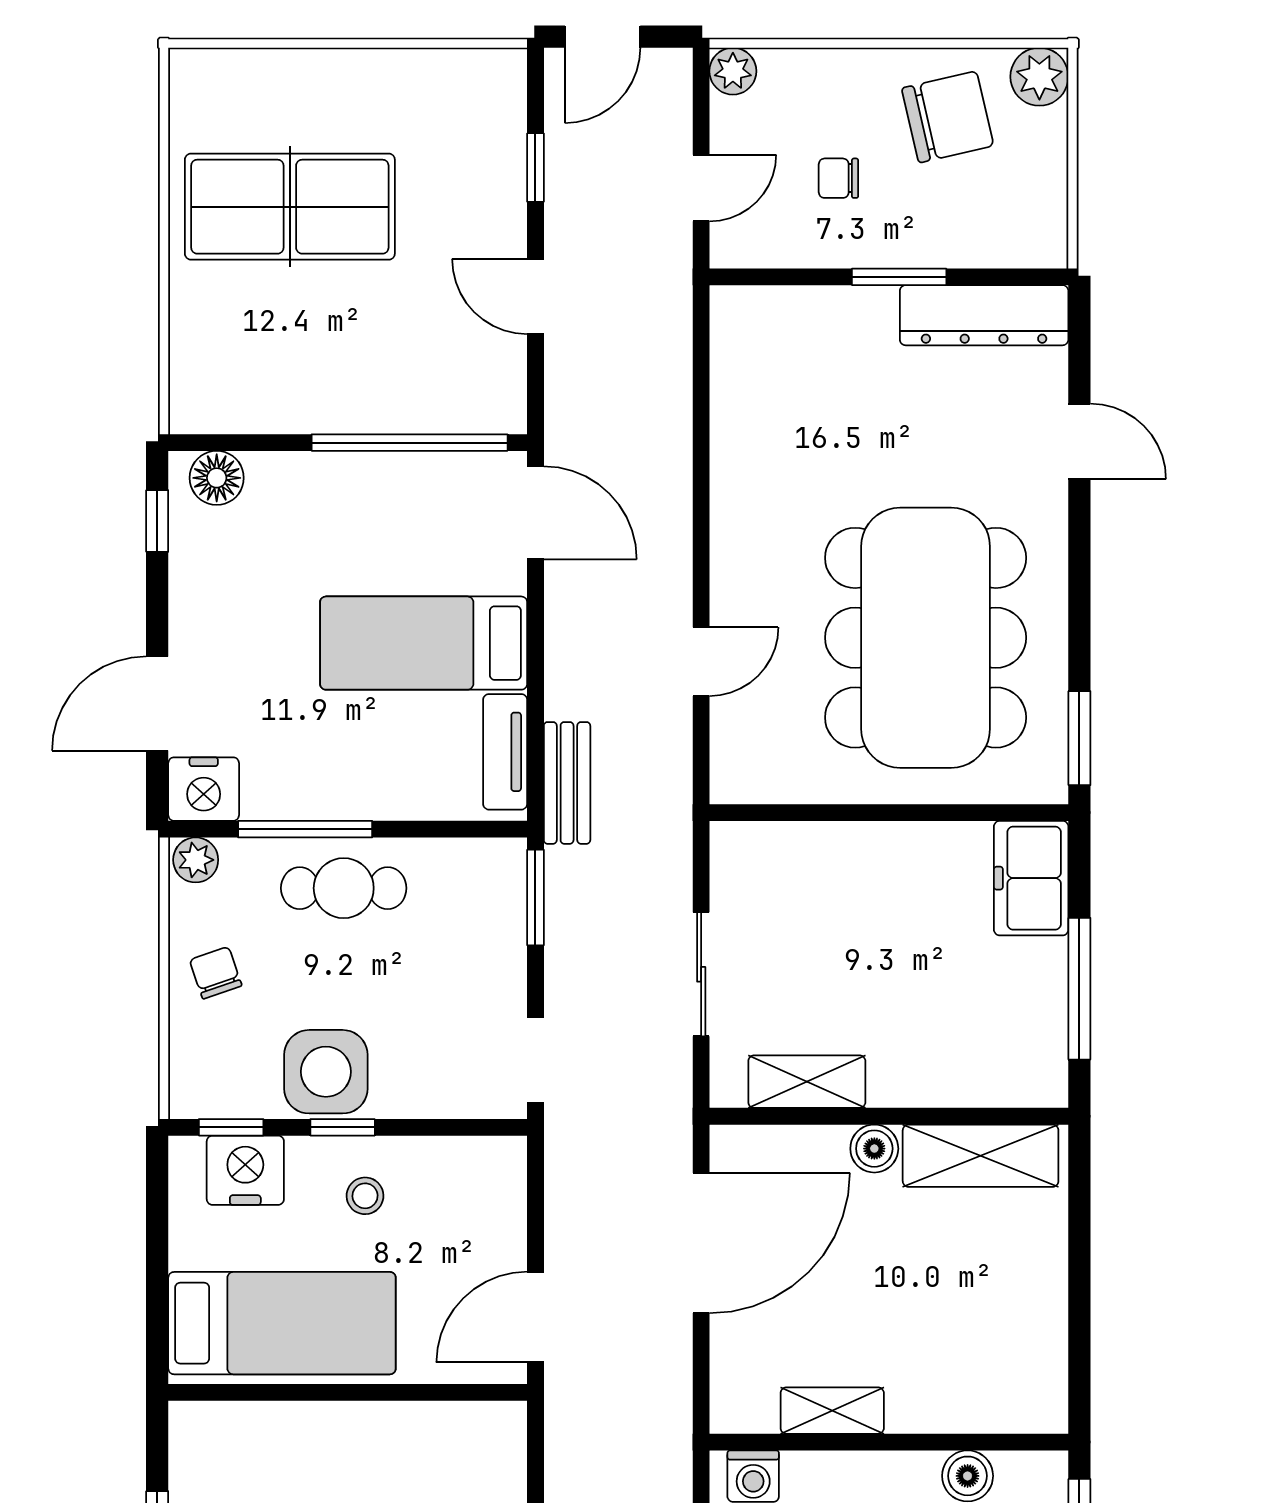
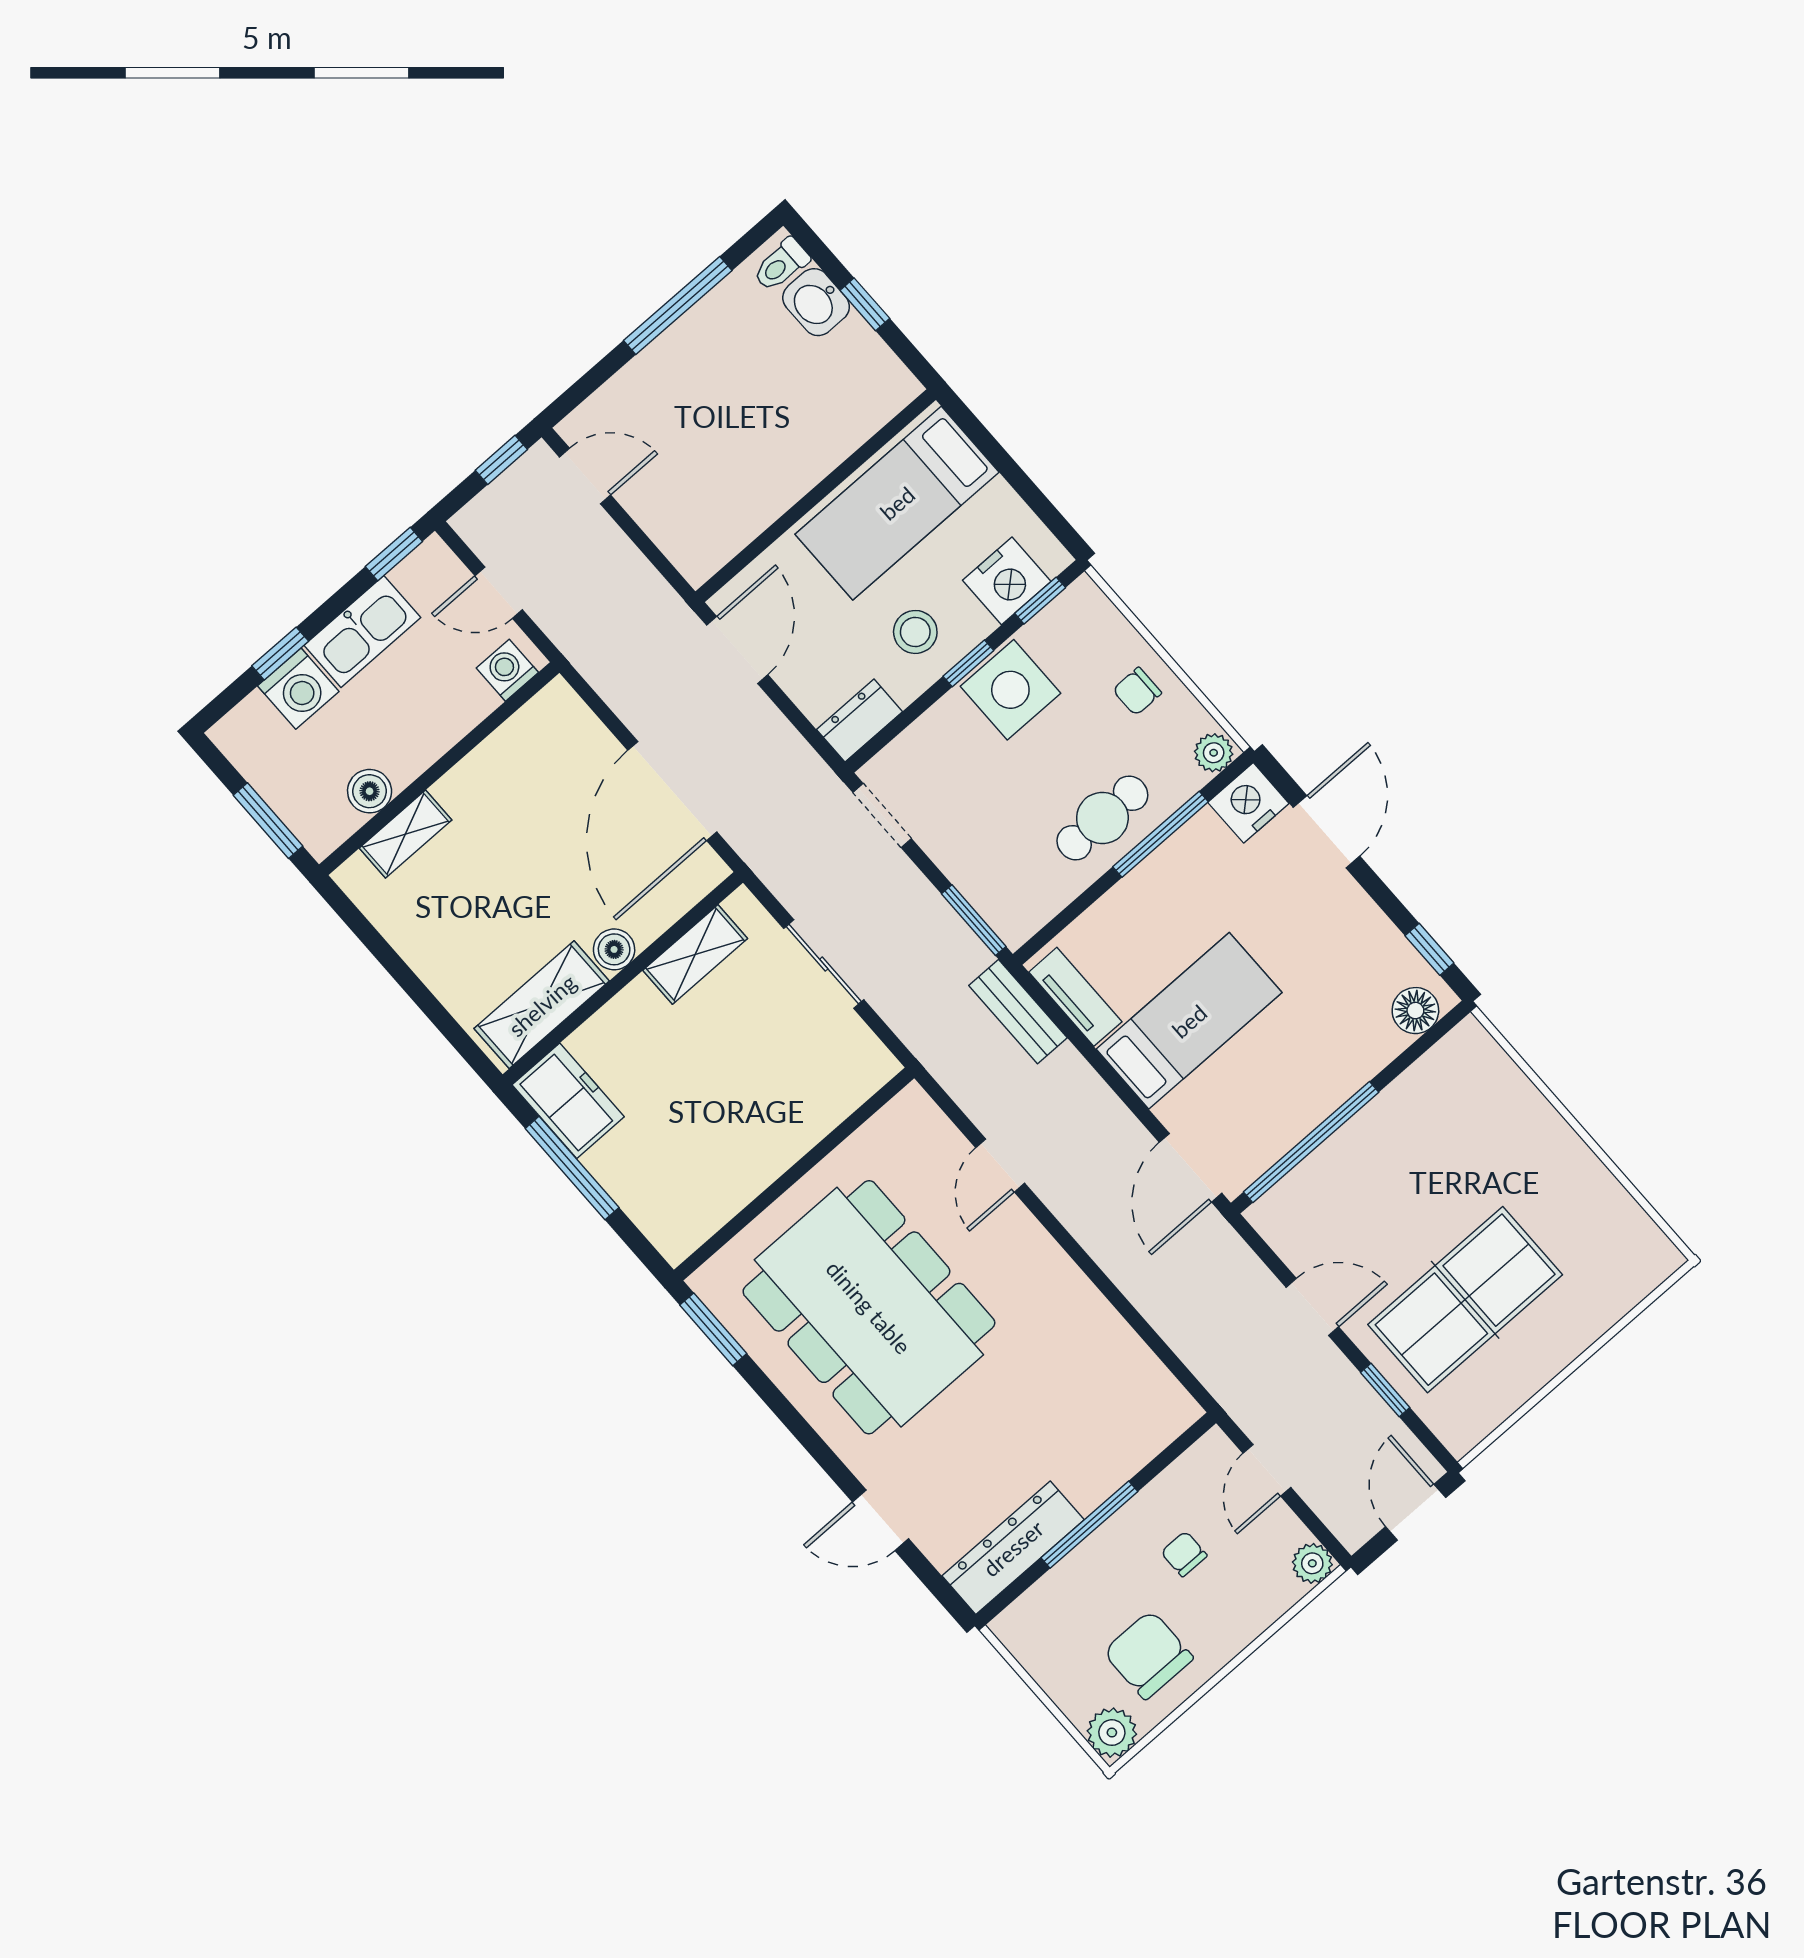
chair: (948, 117) -> (1148, 1655), turned 103
chair: (838, 178) -> (1184, 1554), turned -90
table tennis table: (290, 207) -> (1465, 1300), moved
window: (899, 277) -> (1089, 1525), width x1.44
door: (535, 513) -> (1190, 1168), hinge flipped
freezer: (1031, 878) -> (568, 1101), moved
chair: (216, 973) -> (1137, 691), turned 109
dresser: (482, 1161) -> (859, 721), added
stool: (365, 1196) -> (915, 632), width x1.37, depth x1.37
shelving: (832, 1411) -> (406, 834), moved

